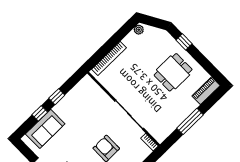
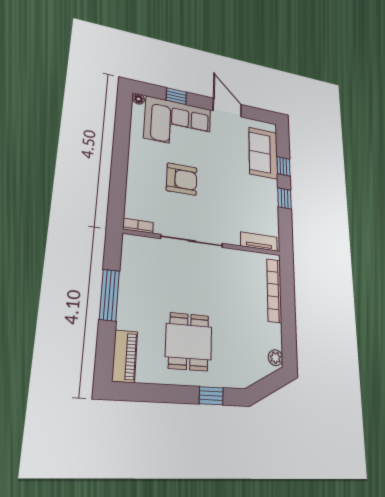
tv unit: (94, 87) -> (259, 242), added

